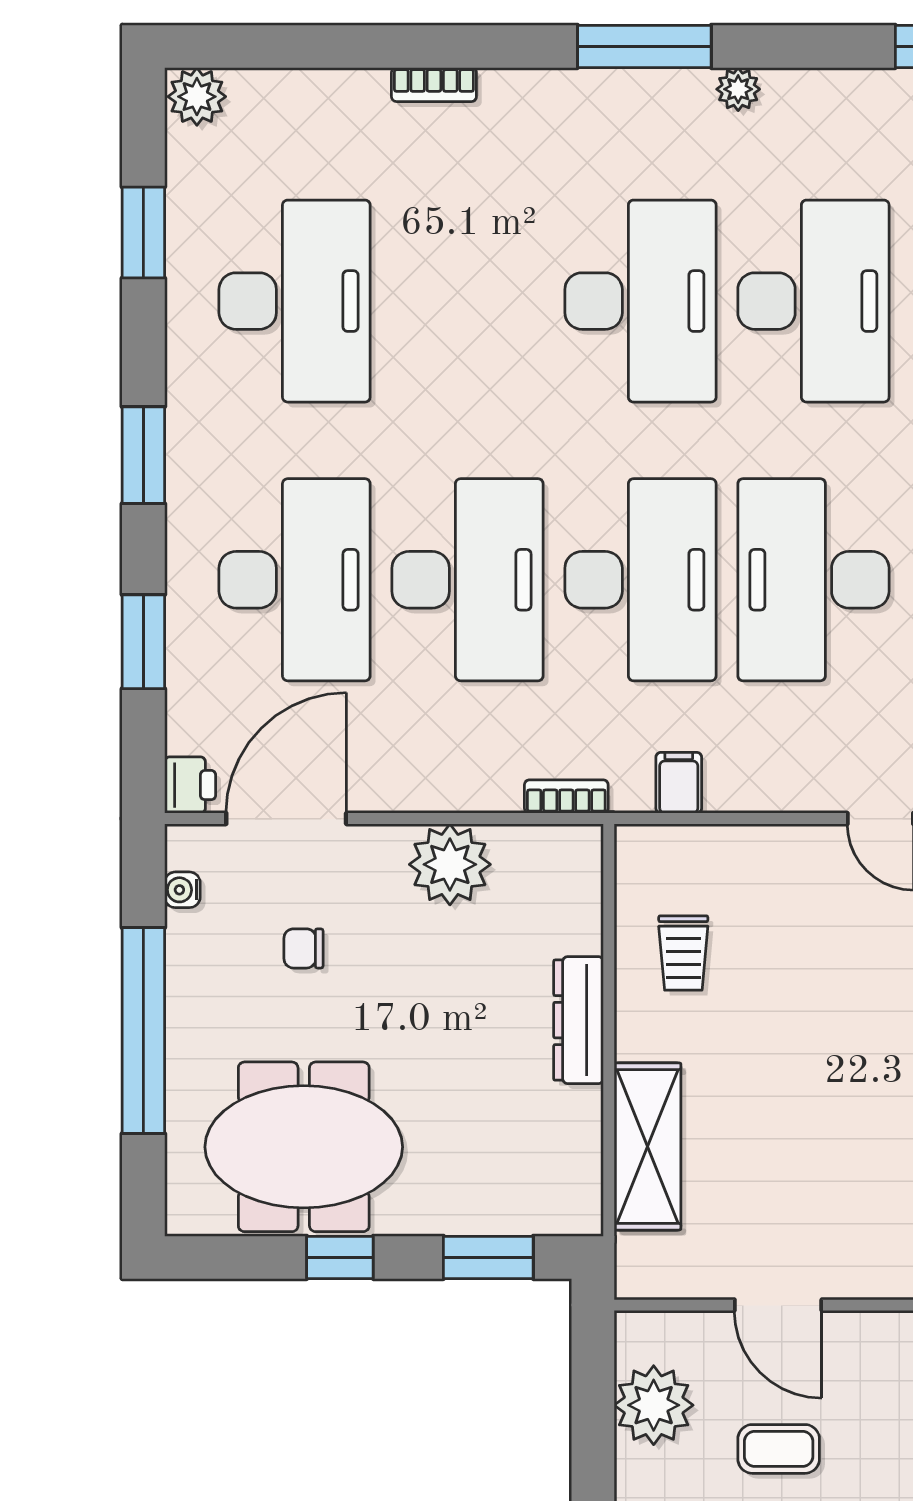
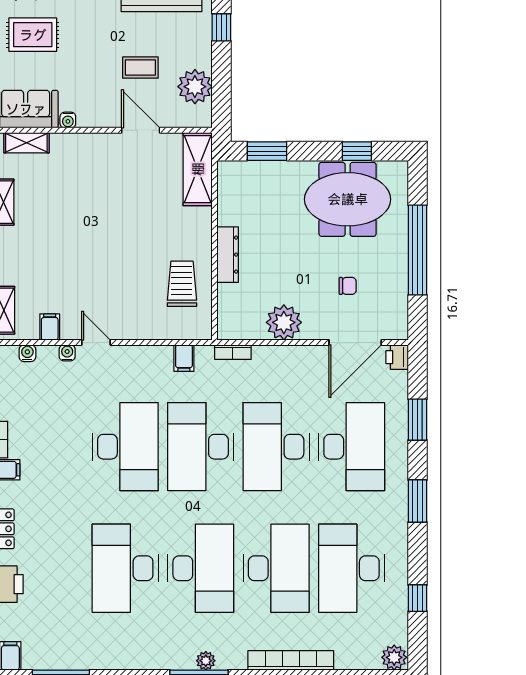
bookcase: (434, 85) -> (291, 660), width x2.31, depth x1.31
plant: (738, 89) -> (206, 661), moved
window: (143, 232) -> (417, 598), width x0.67
desk: (468, 301) -> (276, 568), added
desk: (640, 301) -> (201, 568), turned 180
desk: (295, 580) -> (352, 447), turned 180
water cooler: (182, 890) -> (400, 311), removed
trolley: (683, 953) -> (182, 284), width x1.36, depth x1.39
shelving: (647, 1146) -> (198, 169), moved
window: (340, 1257) -> (357, 151), moved

